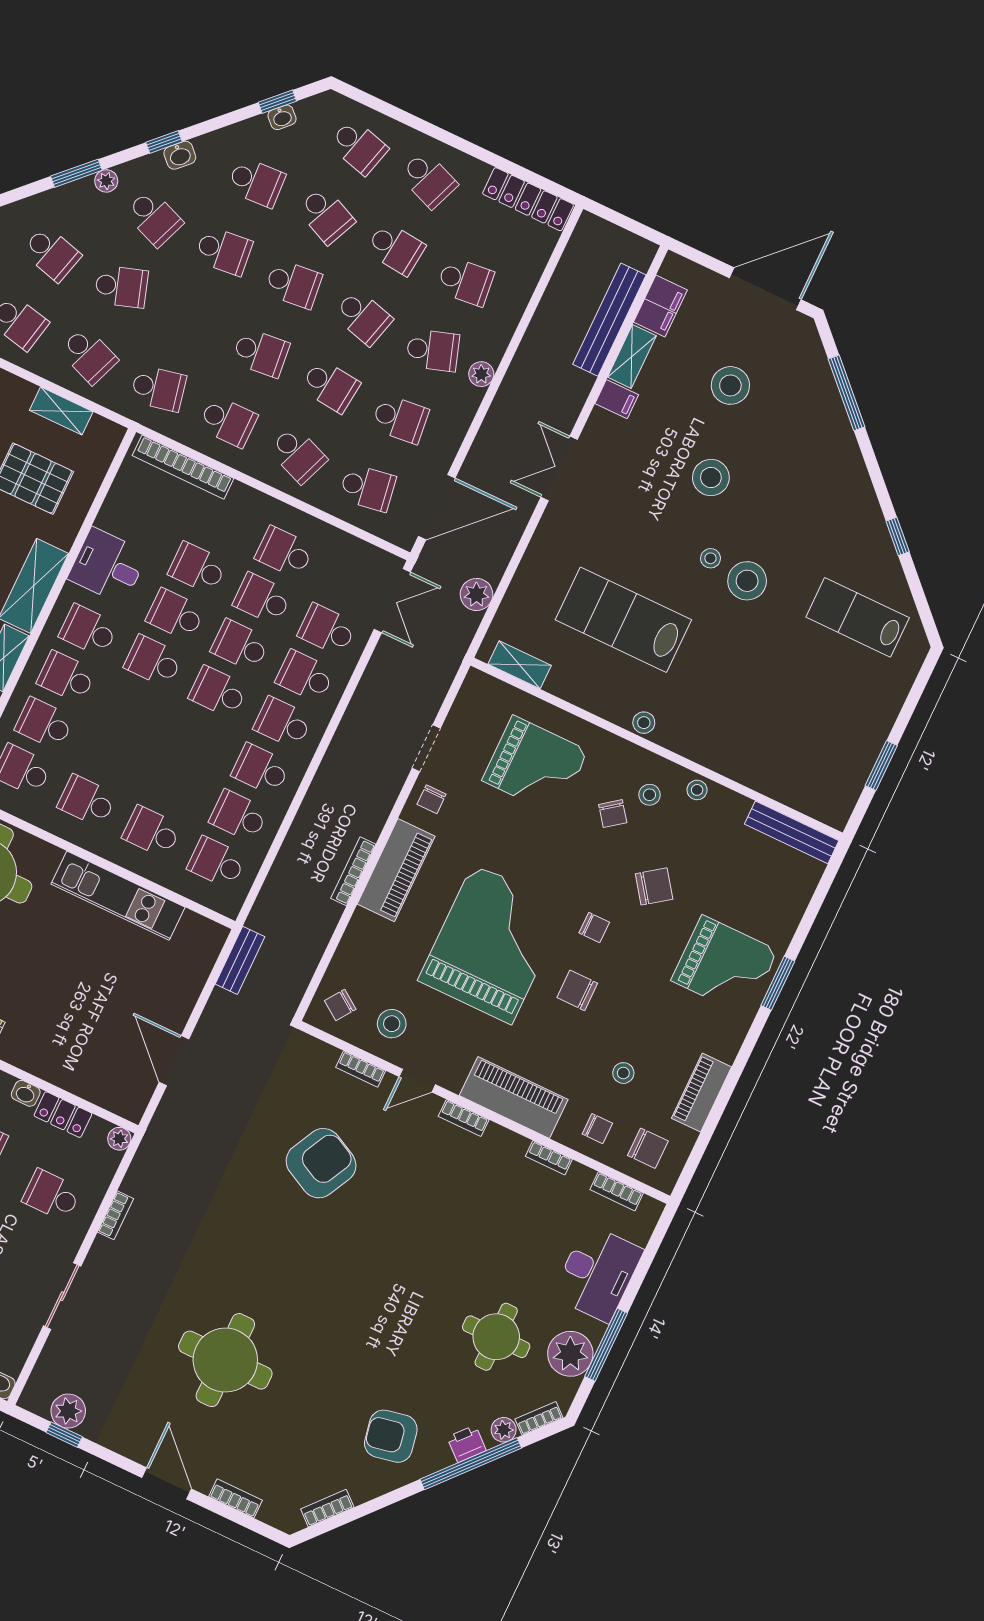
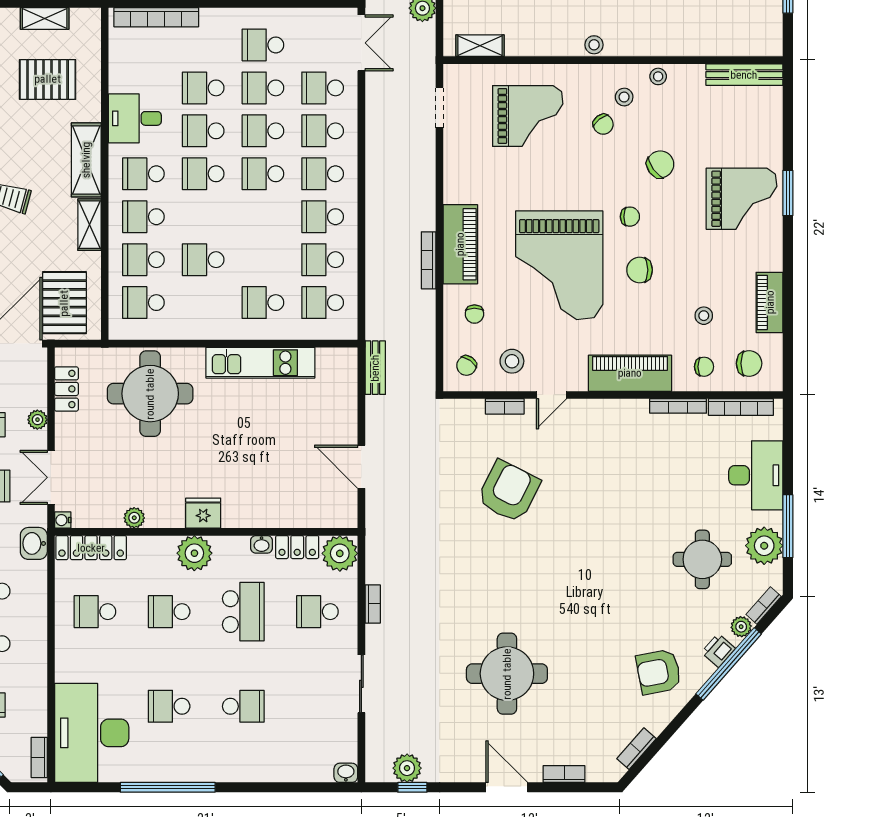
doorway: (426, 748) -> (440, 108), moved
chair: (432, 799) -> (474, 314), moved
school desk: (87, 801) -> (203, 260), moved
grand piano: (492, 944) -> (559, 265), turned 180
bookcase: (464, 1118) -> (600, 407), removed
plant: (119, 1139) -> (340, 553), width x1.88, depth x1.88
bookcase: (549, 1158) -> (678, 406), width x1.56
bookcase: (617, 1191) -> (741, 407), width x1.56

